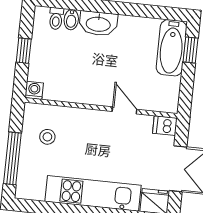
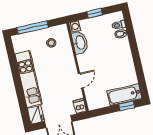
washbasin: (98, 24) -> (80, 43), moved, turned 180

